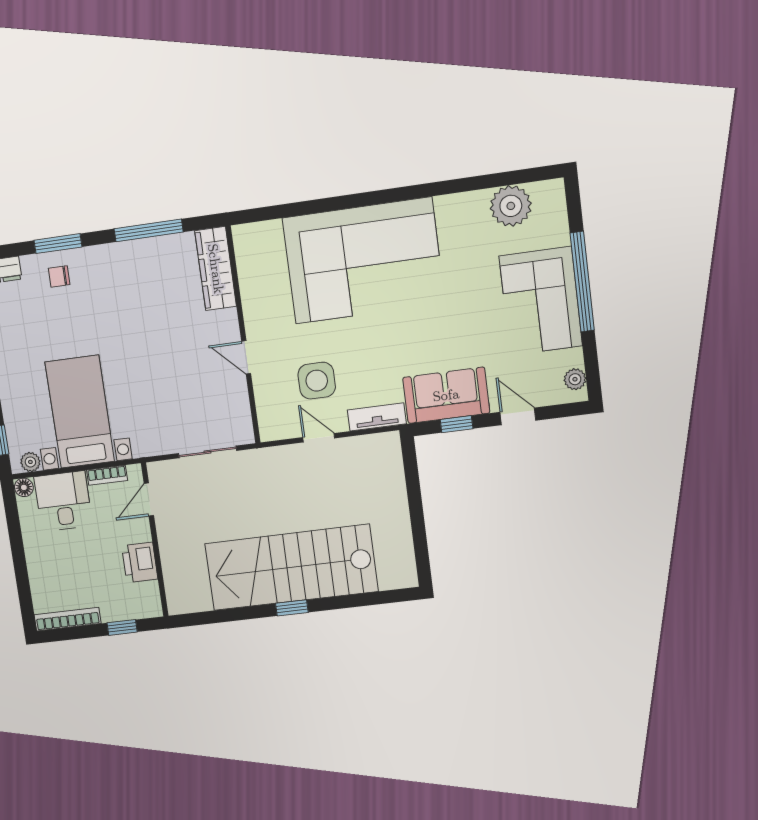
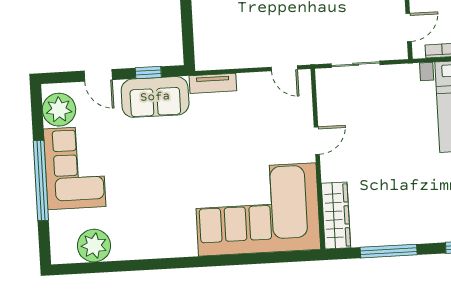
corner sofa: (363, 261) -> (257, 209), moved
door: (246, 357) -> (317, 141), hinge flipped
plant: (575, 379) -> (59, 110), width x1.88, depth x1.88
side table: (317, 381) -> (260, 117), removed
door: (319, 438) -> (284, 68), moved

